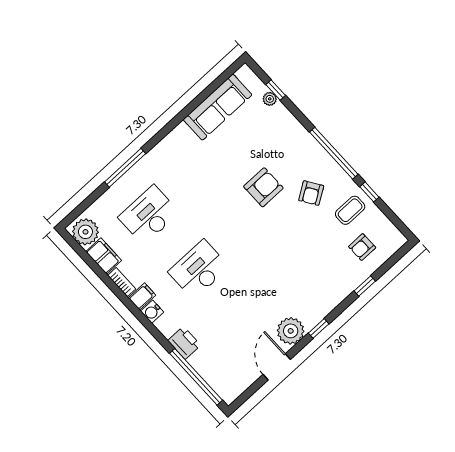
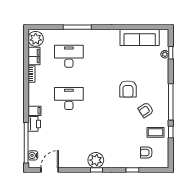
armchair: (263, 187) -> (128, 89), turned 90
filing cabinet: (142, 296) -> (34, 111), moved
water cooler: (152, 312) -> (33, 155), moved
plant: (291, 331) -> (96, 160), moved
door: (277, 367) -> (50, 170), moved

